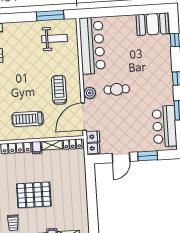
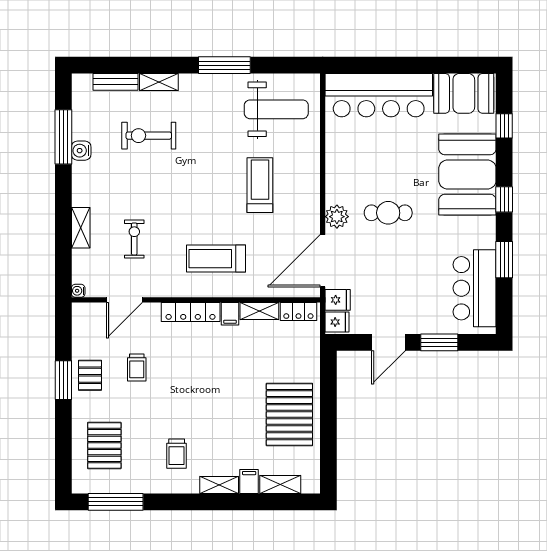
window: (50, 15) -> (224, 65), moved
weight bench: (54, 39) -> (276, 109), width x1.36, depth x1.33
bar counter: (92, 46) -> (379, 95), moved, turned 90
booth: (157, 67) -> (467, 174), added
treadmill: (59, 90) -> (260, 185), moved
pallet: (34, 195) -> (289, 415), moved, turned 90

